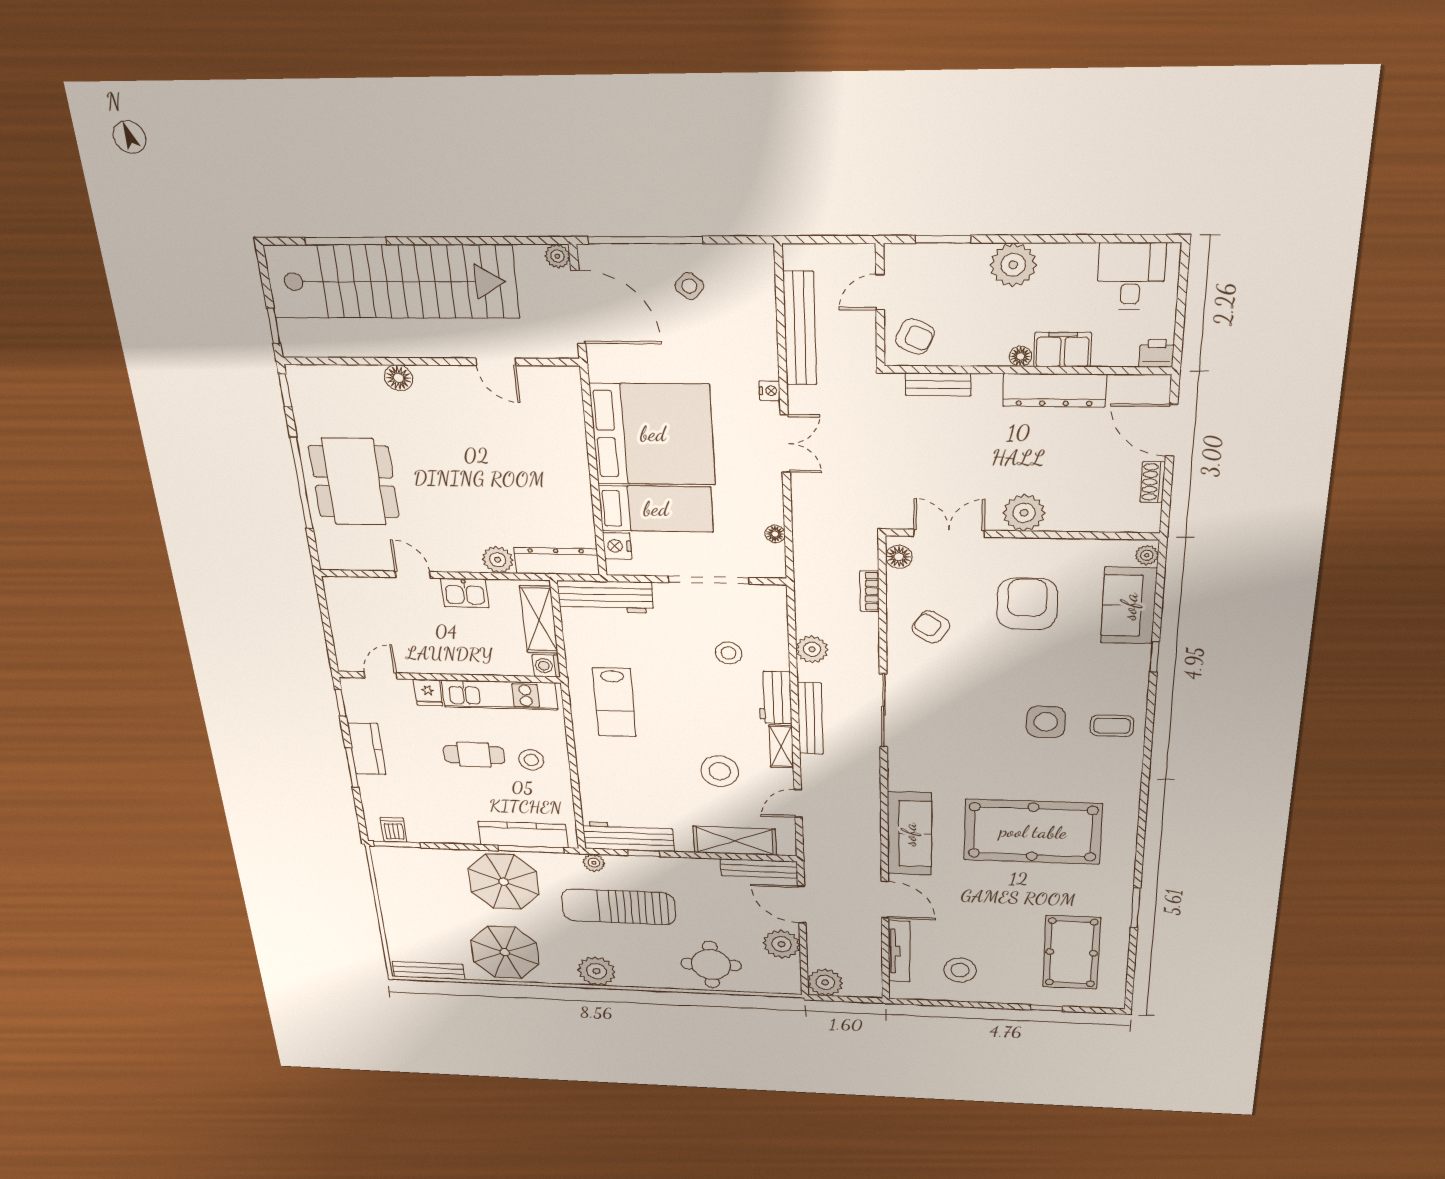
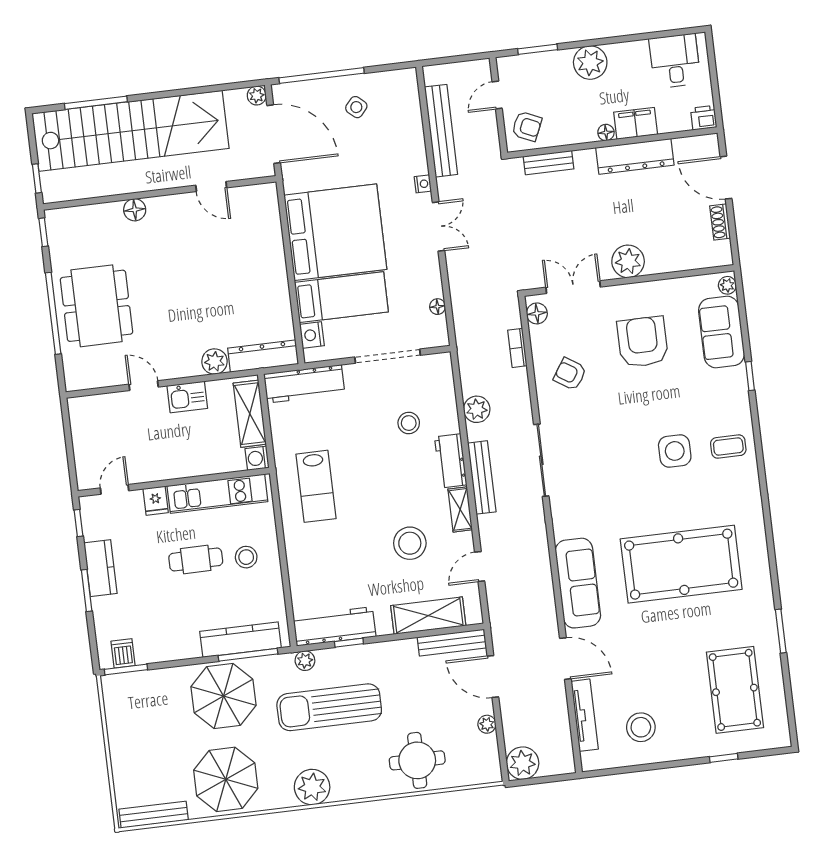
plant: (782, 944) -> (487, 724), width x0.53, depth x0.53

